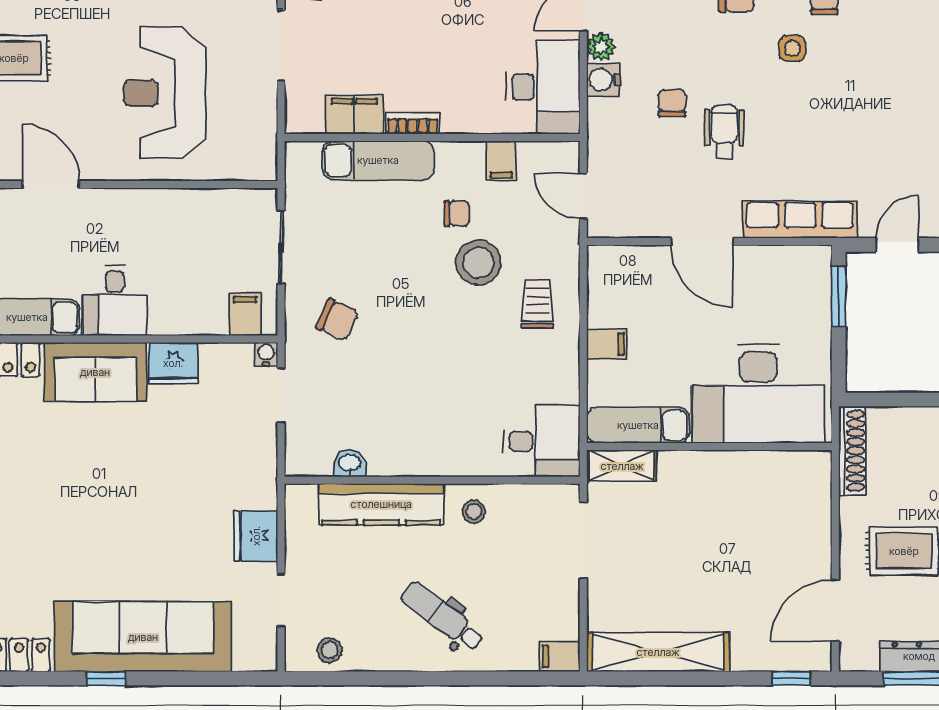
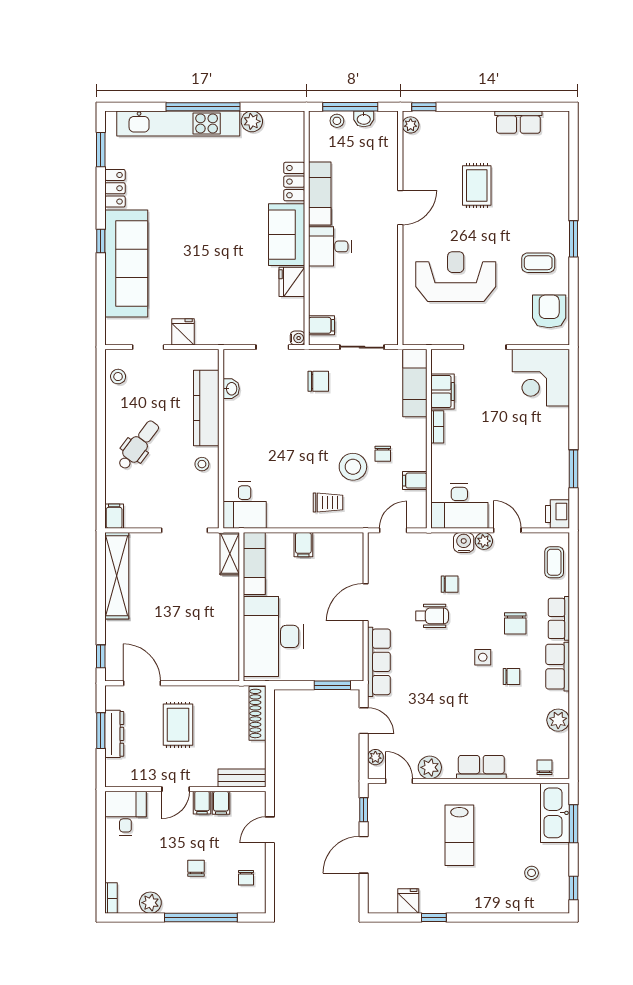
exam couch: (378, 160) -> (415, 383), moved
chair: (337, 320) -> (318, 381), turned -114
shoe rack: (852, 451) -> (257, 713), moved, turned 90
fridge: (256, 536) -> (183, 332), width x0.72

